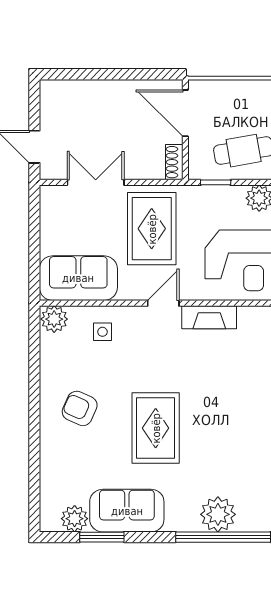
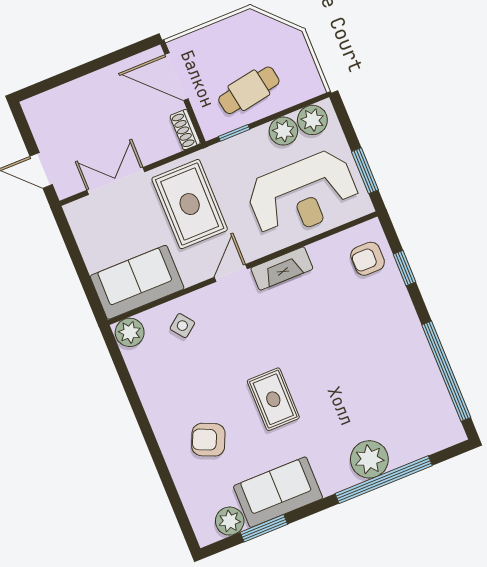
side table: (102, 332) -> (182, 326), turned -38
armchair: (80, 408) -> (208, 440), moved
rug: (156, 428) -> (273, 399), width x0.73, depth x0.70

